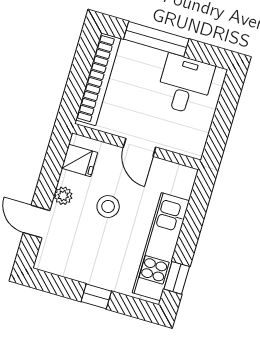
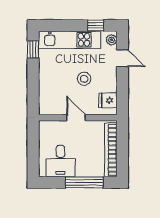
plant: (63, 196) -> (112, 40), moved
kitchen unit: (161, 247) -> (70, 40), moved, turned 90
window: (96, 296) -> (96, 26), moved

